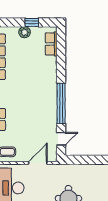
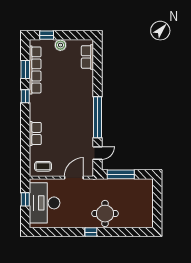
window: (32, 22) -> (47, 35), moved
window: (84, 160) -> (121, 174), added

